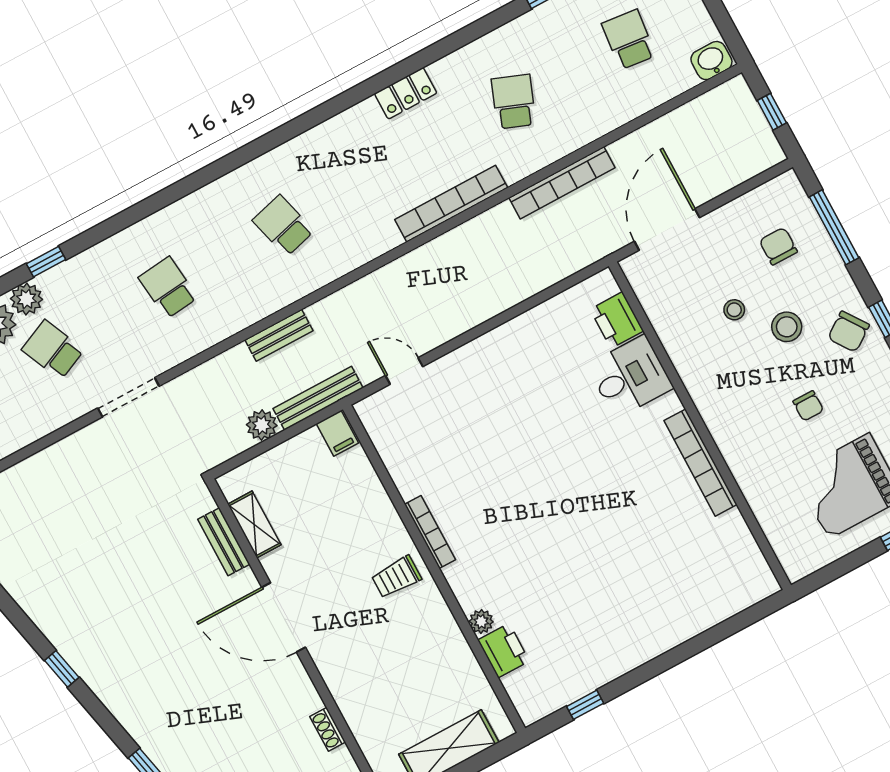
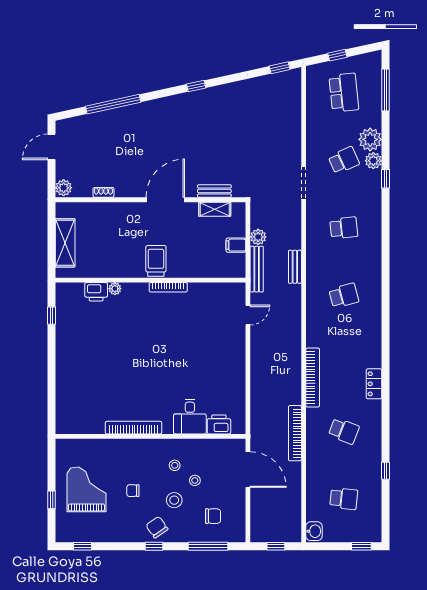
stool: (727, 358) -> (175, 465), added
filing cabinet: (337, 433) -> (236, 245), moved
trolley: (396, 577) -> (156, 261), width x1.36, depth x1.39

